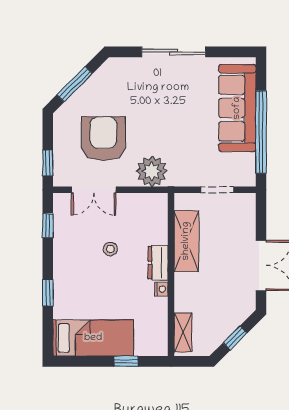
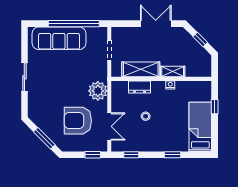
sliding door: (174, 52) -> (24, 77), width x0.73
dresser: (158, 263) -> (140, 87), moved
shelving: (183, 333) -> (173, 72), moved

